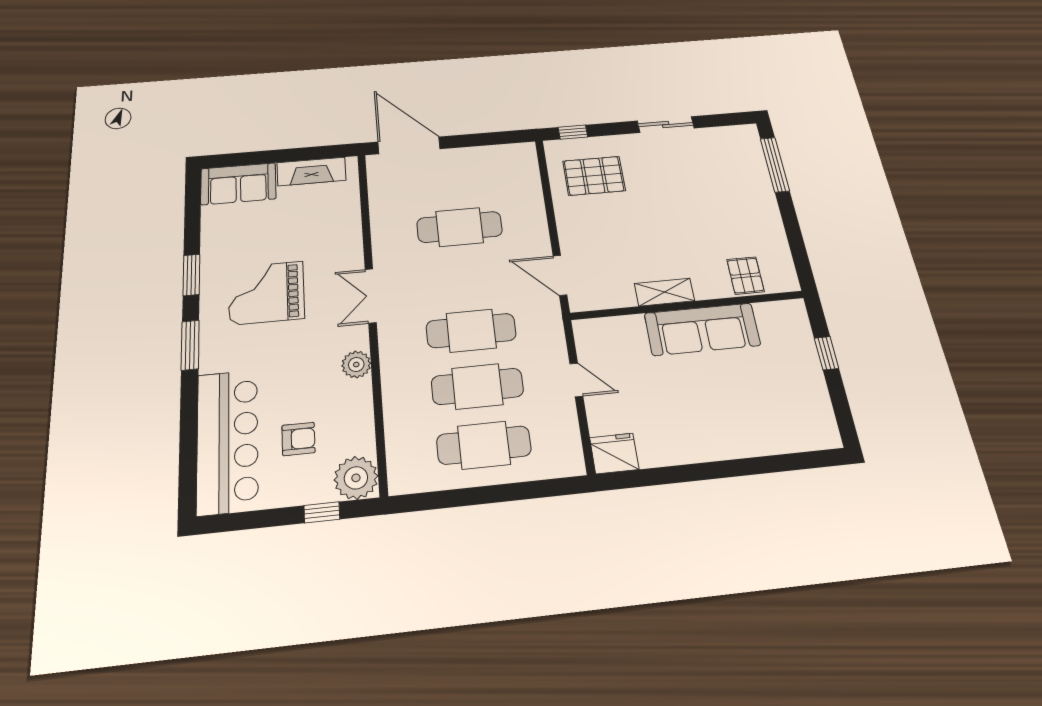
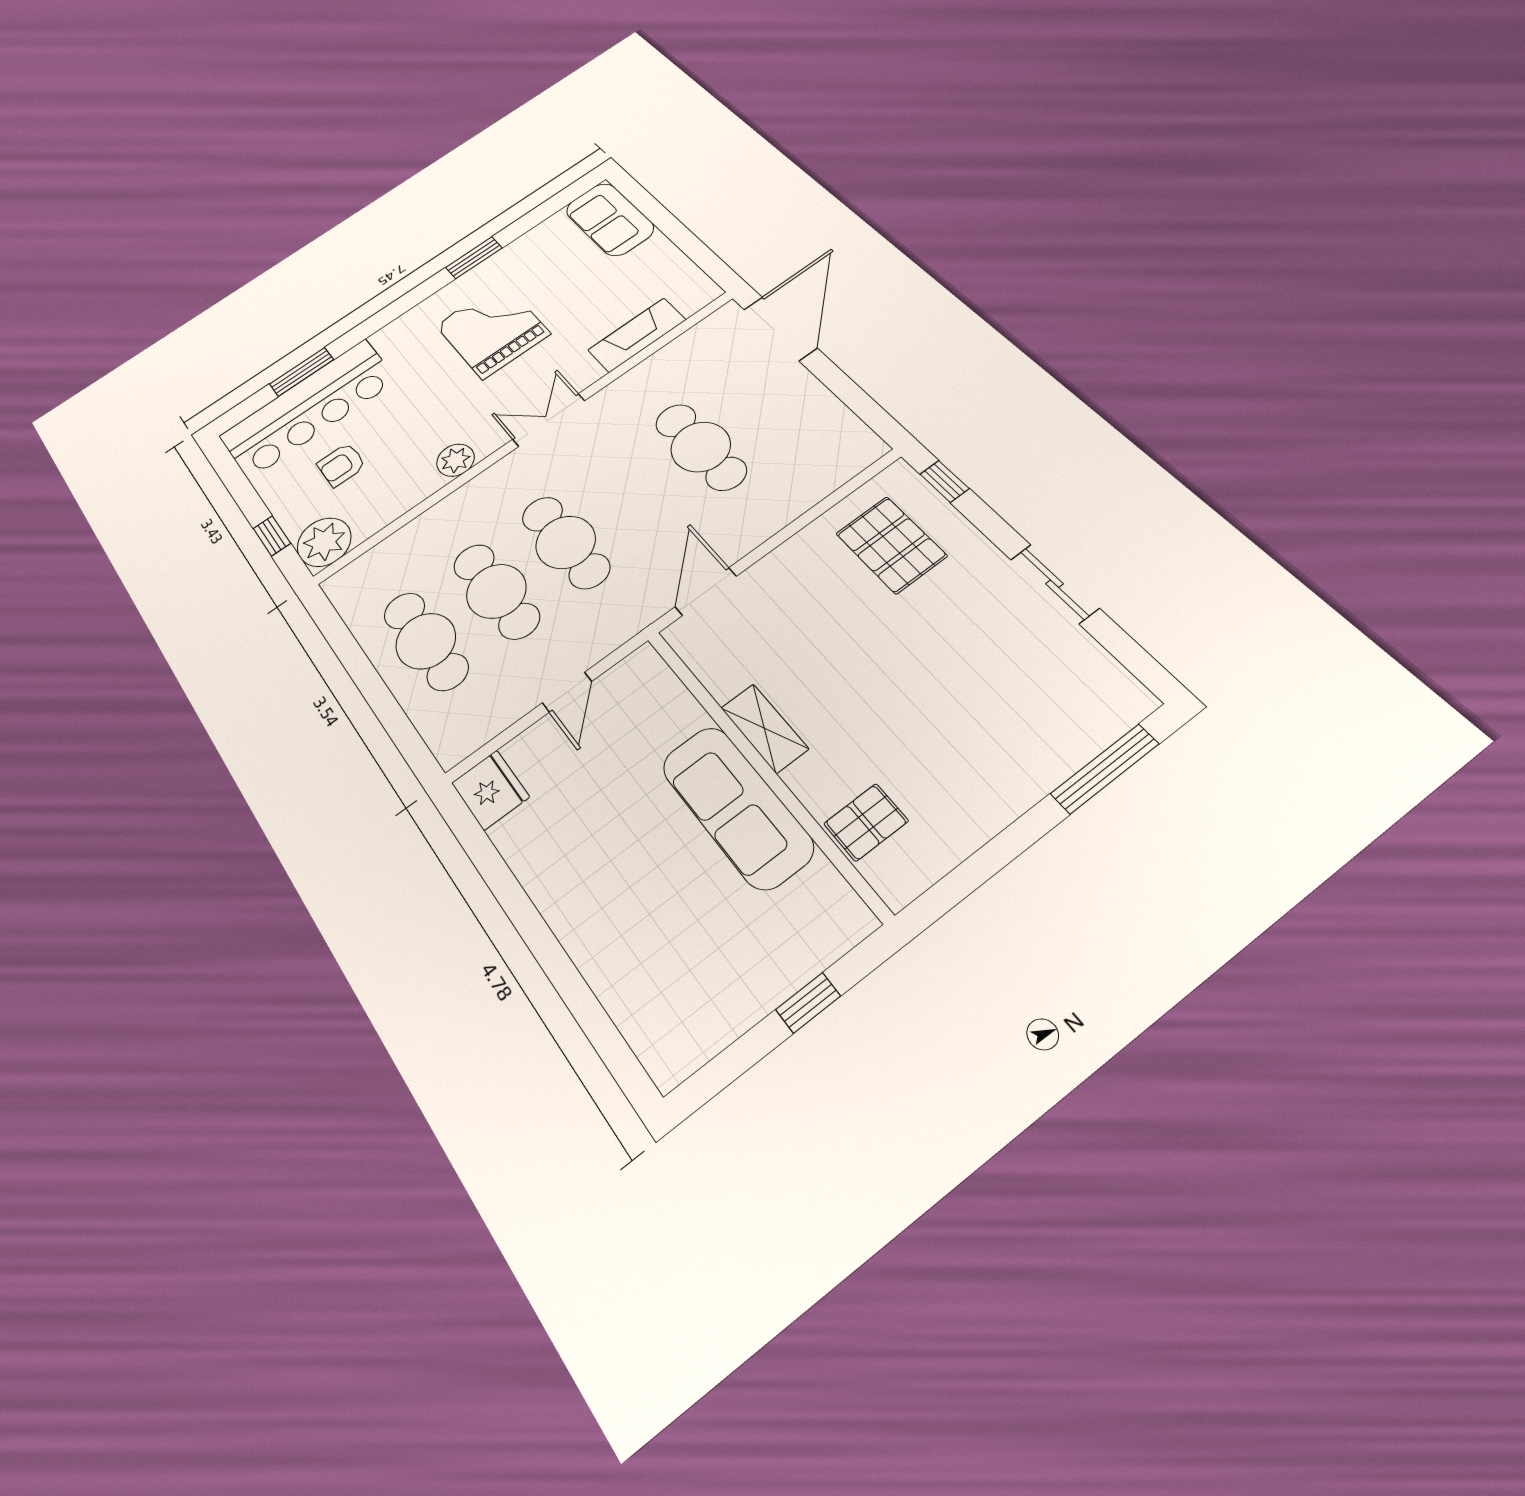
fireplace: (311, 171) -> (637, 335), moved, turned 90
window: (190, 345) -> (302, 372), moved
armchair: (299, 439) -> (341, 465), turned 90

